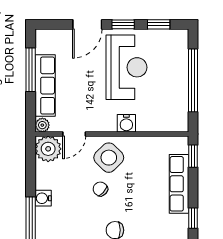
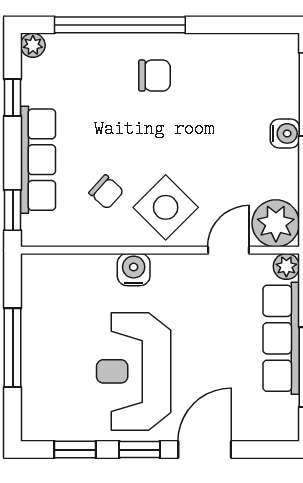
window: (193, 80) -> (13, 348), width x0.68
chair: (100, 189) -> (106, 192), moved

